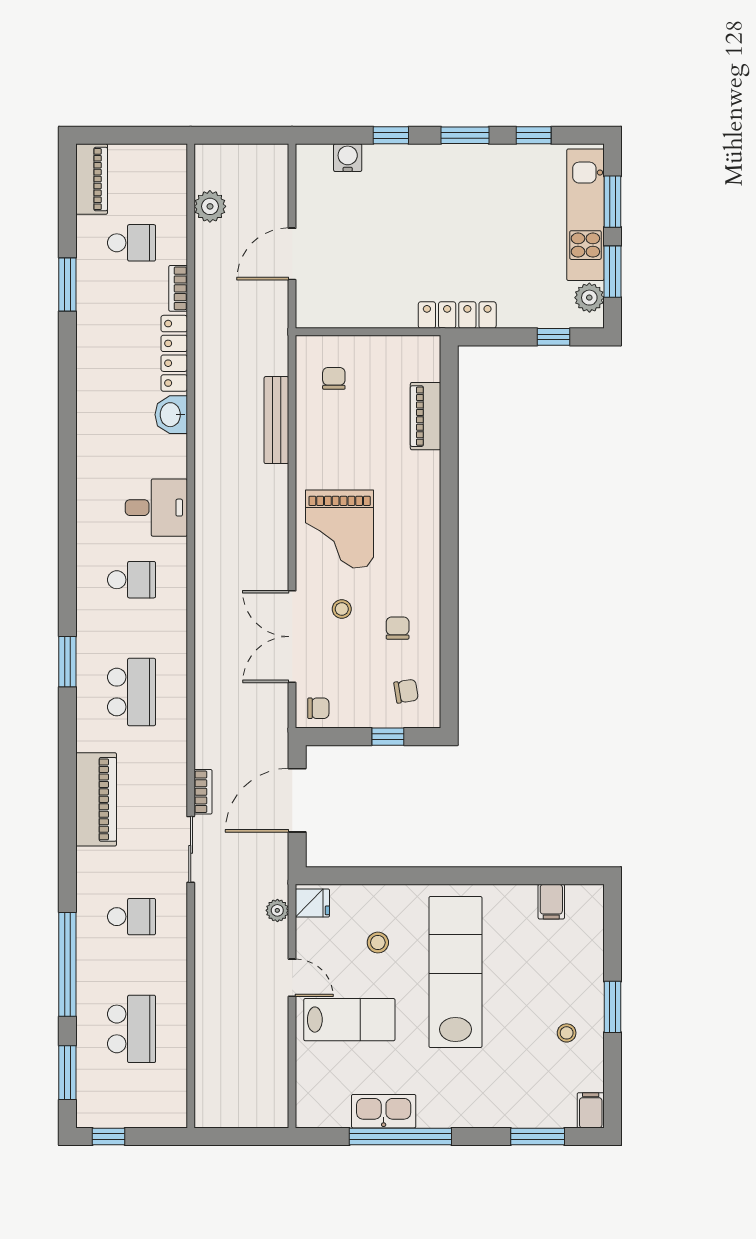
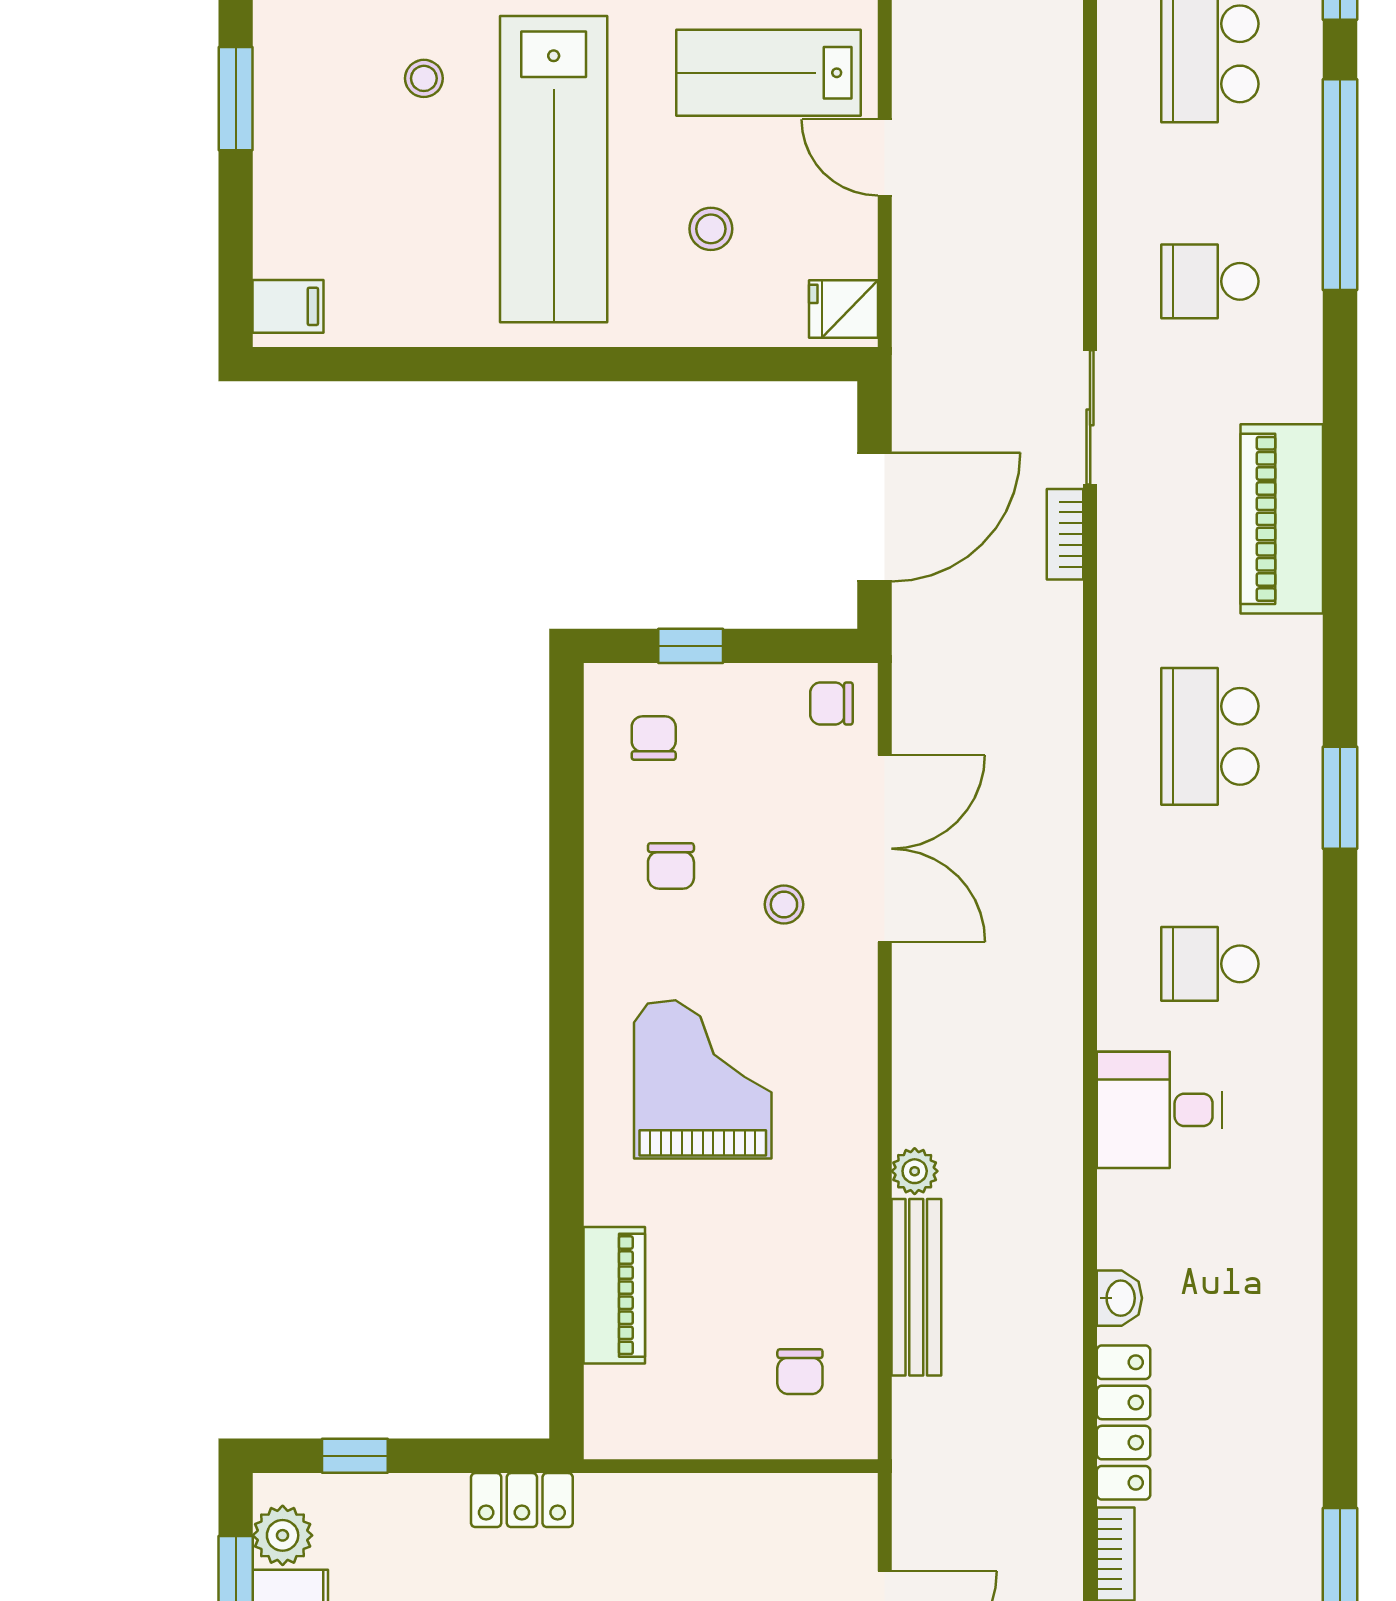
locker: (457, 315) -> (522, 1500), width x0.66
washbasin: (171, 415) -> (1119, 1298), width x0.72, depth x0.69
grand piano: (340, 529) -> (703, 1079), moved
chair: (406, 691) -> (654, 738), turned 99
filing cabinet: (551, 902) -> (288, 306), moved, turned 90
plant: (277, 910) -> (915, 1171), moved
stool: (567, 1033) -> (424, 78), moved

